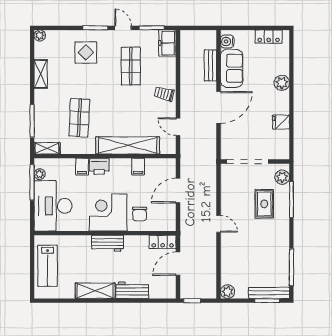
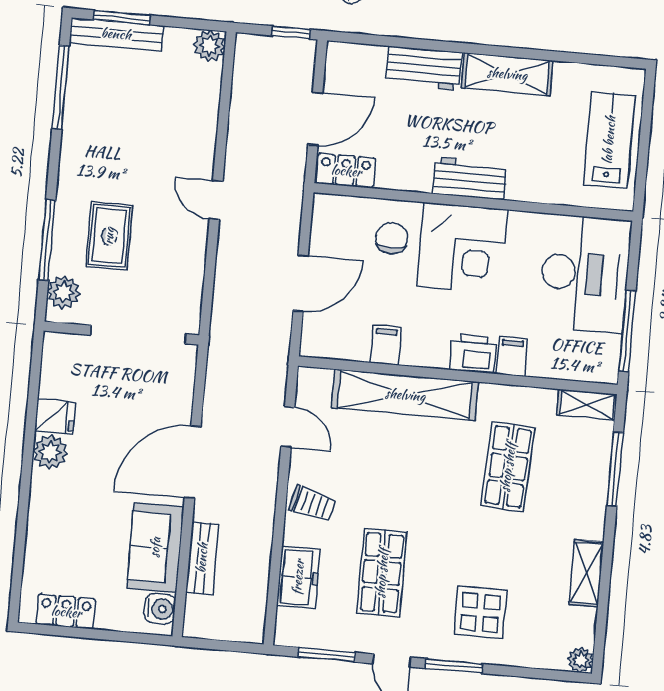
freezer: (167, 43) -> (298, 577), moved
plant: (282, 83) -> (50, 452), moved
plant: (40, 174) -> (609, 348), removed

